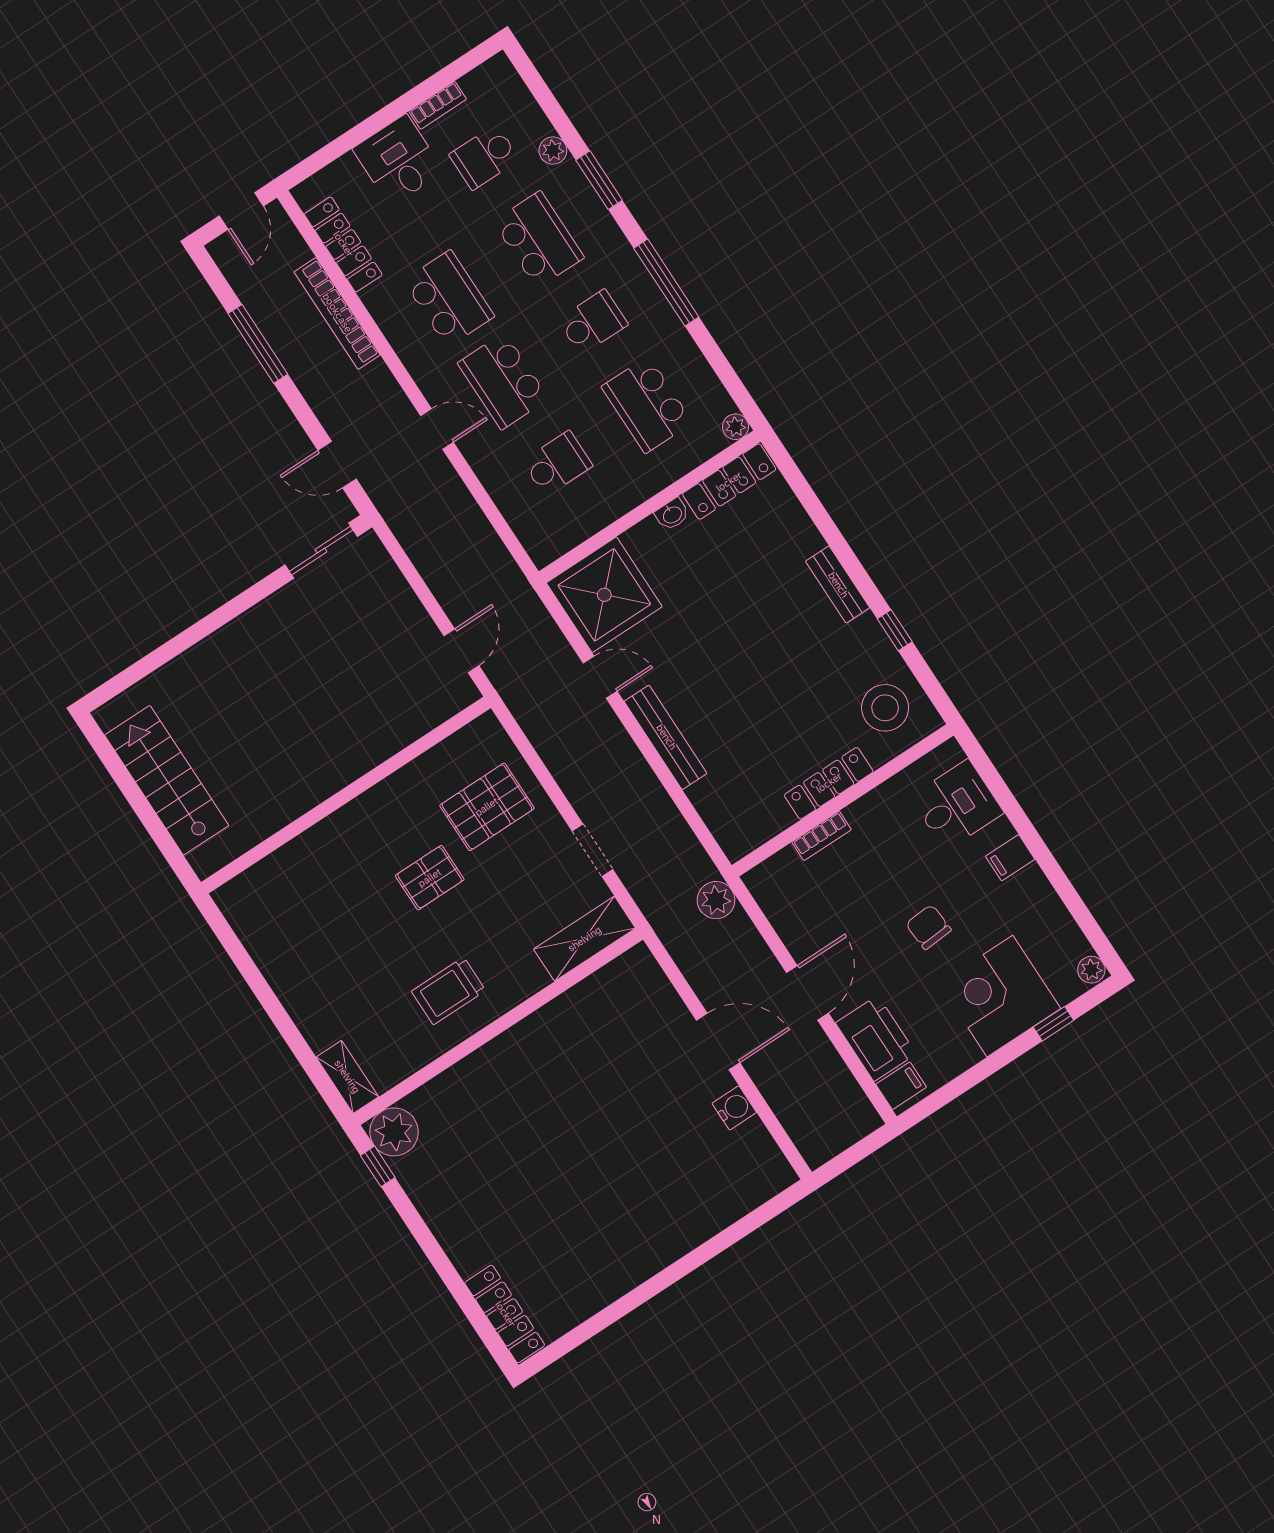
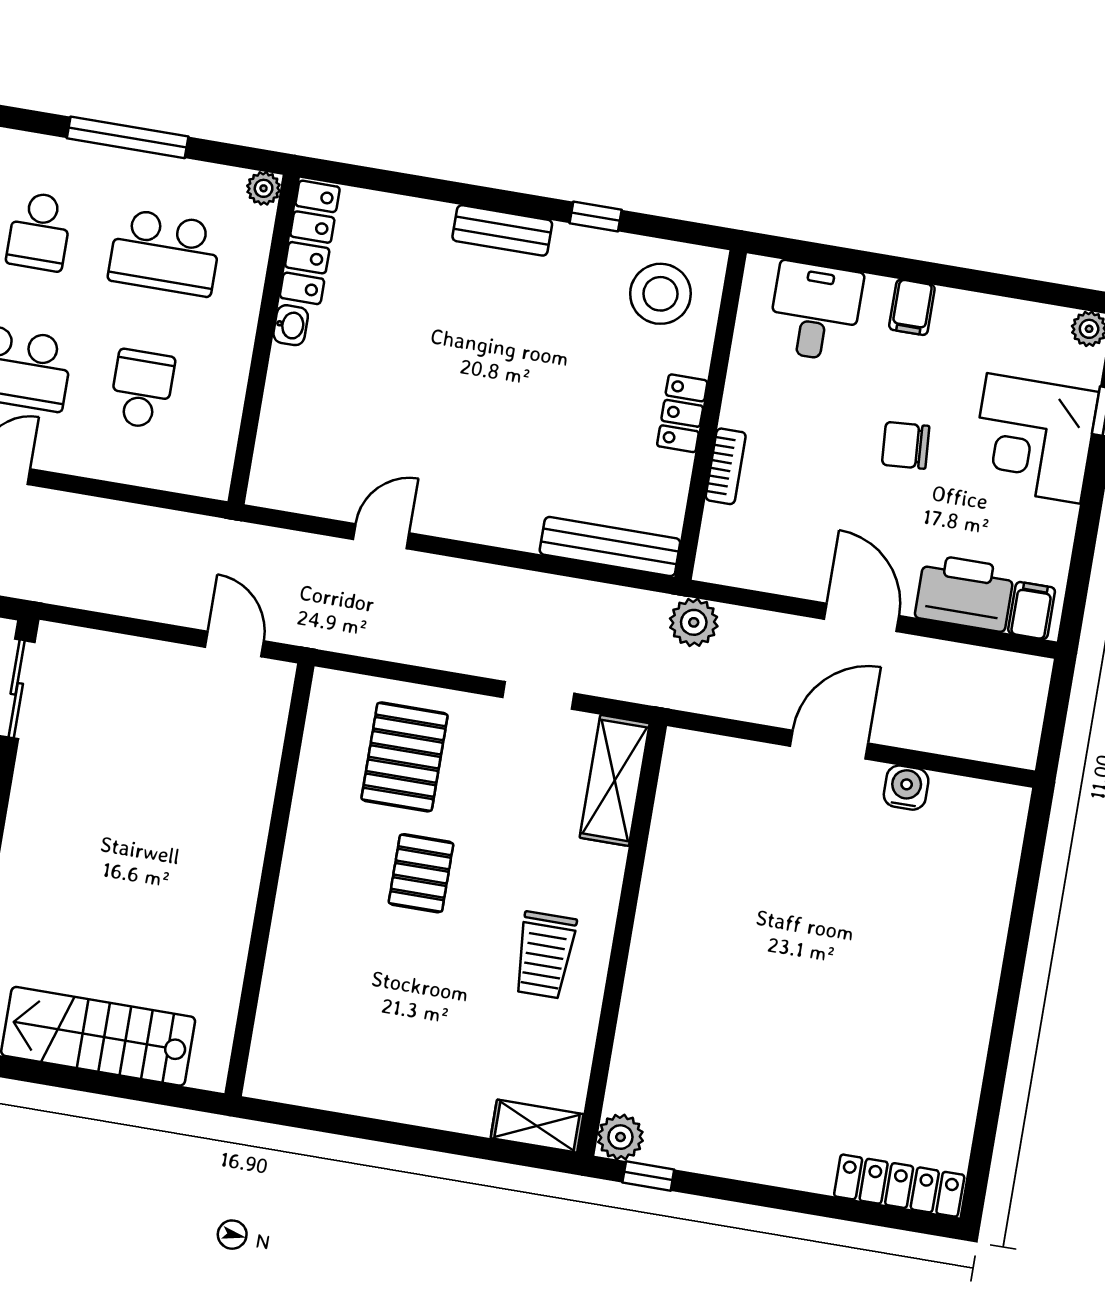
window: (666, 283) -> (128, 137), moved
school desk: (593, 322) -> (39, 231), turned 180
shower: (604, 595) -> (307, 460), removed
bench: (666, 737) -> (610, 547), moved
locker: (829, 783) -> (682, 413), width x0.66
plant: (394, 1132) -> (620, 1137), width x0.73, depth x0.73

